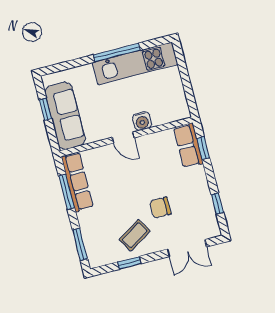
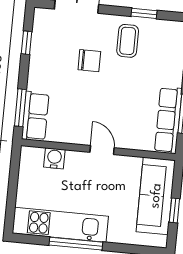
water cooler: (142, 121) -> (54, 158), moved
window: (203, 148) -> (20, 108), width x1.50
coffee table: (135, 235) -> (128, 41), turned -58

